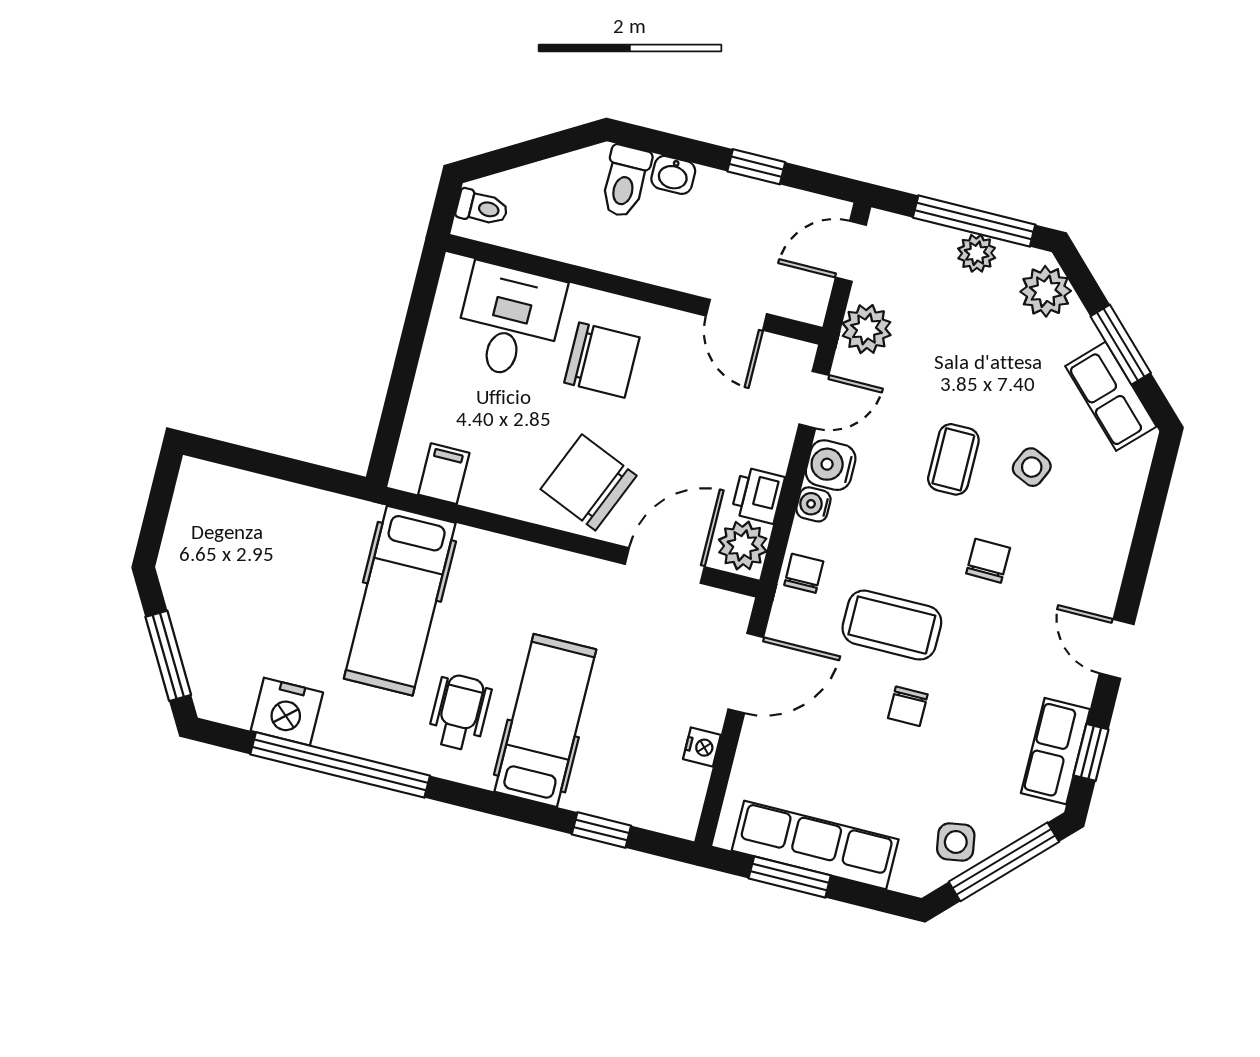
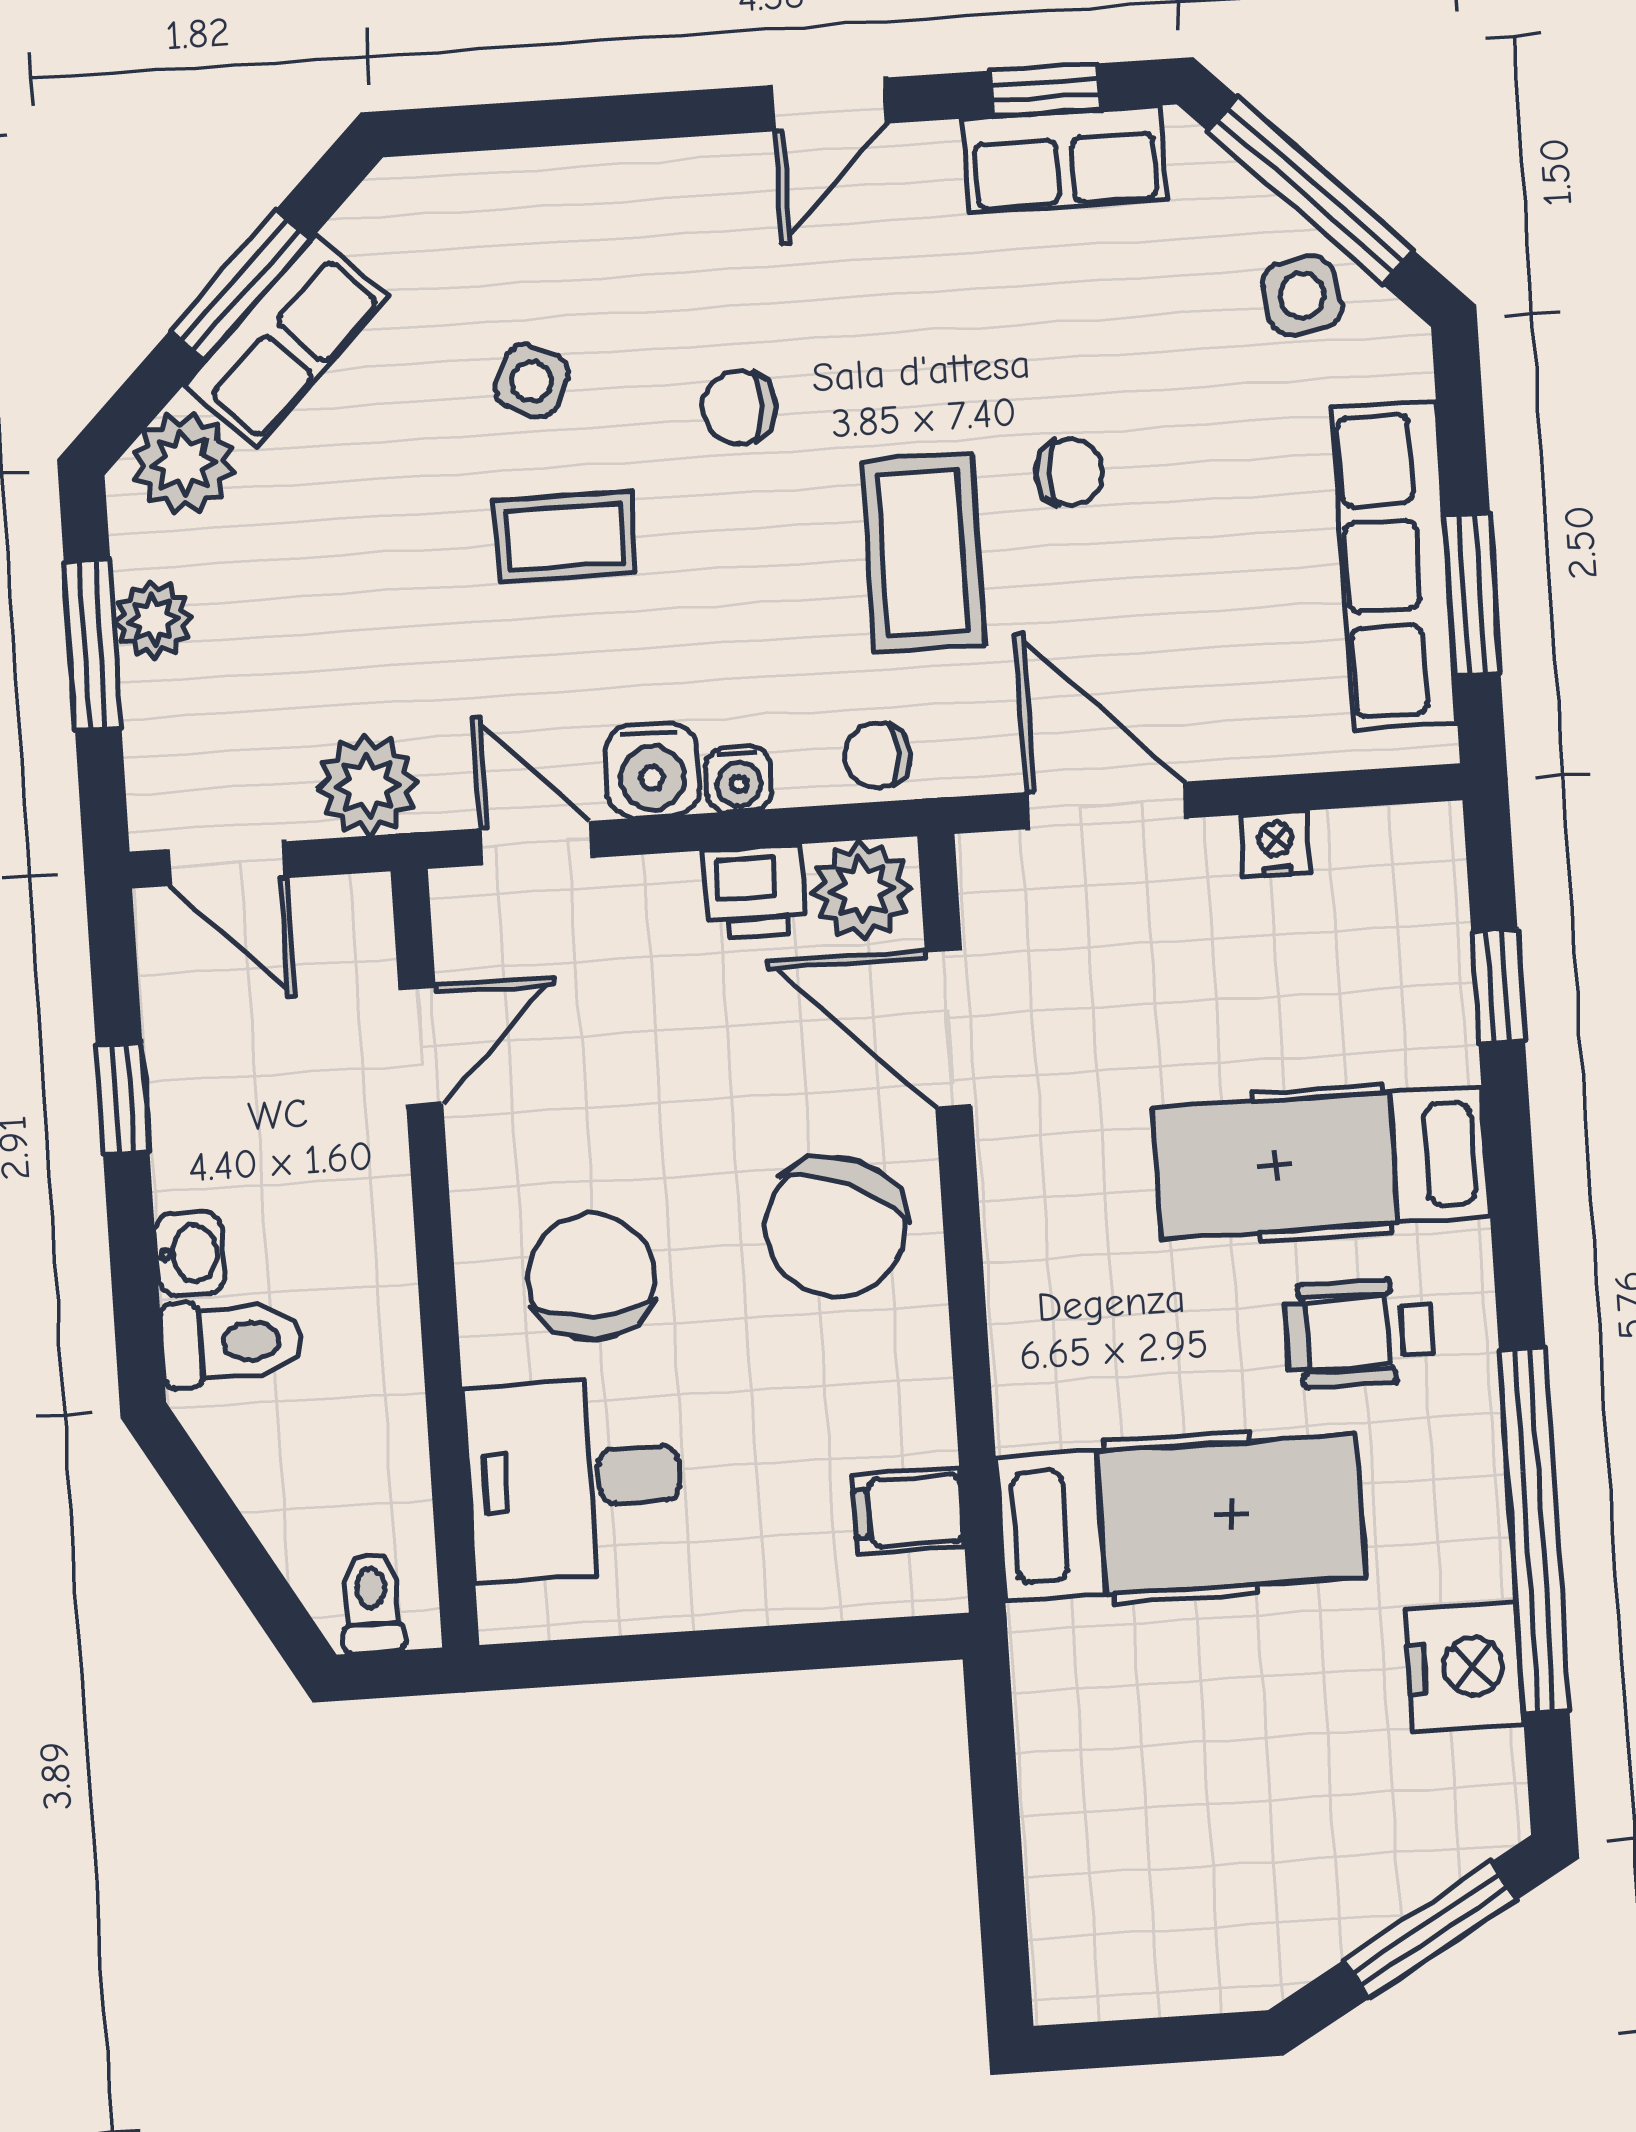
window: (974, 221) -> (93, 645), width x0.69
row of seats: (1111, 396) -> (286, 341), moved

